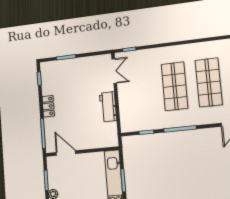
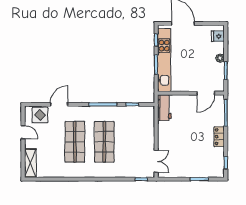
double door: (114, 71) -> (156, 161), swing flipped
workbench: (108, 107) -> (164, 108), moved
door: (66, 153) -> (206, 93), hinge flipped

